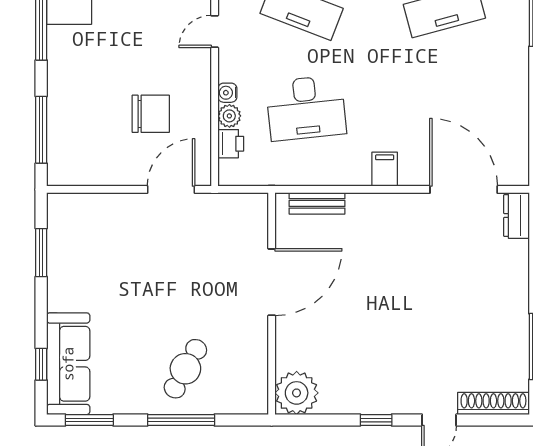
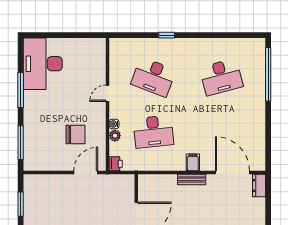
printer: (231, 144) -> (116, 164), moved
bench: (317, 203) -> (192, 179), moved

